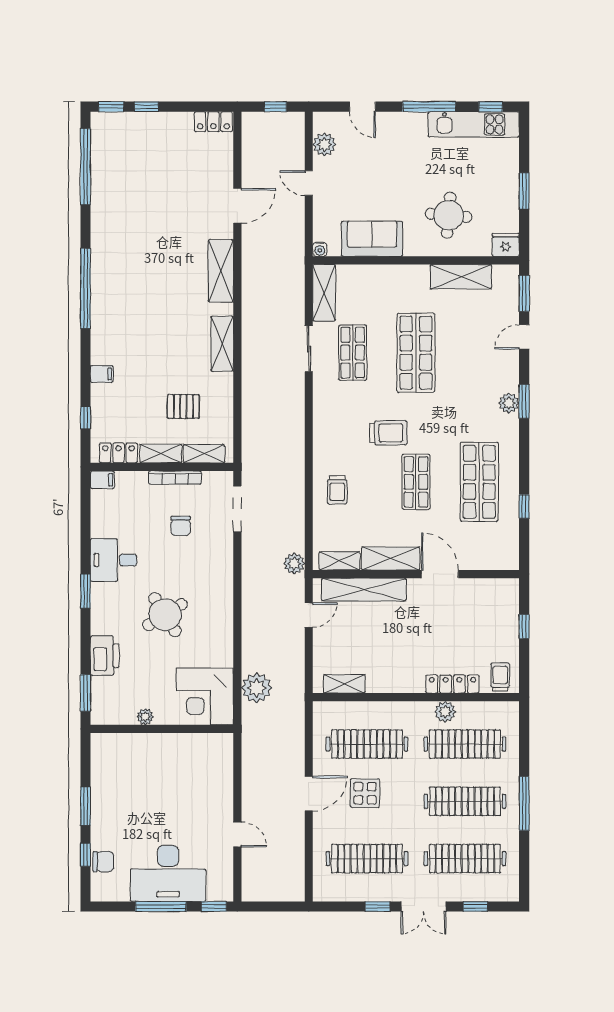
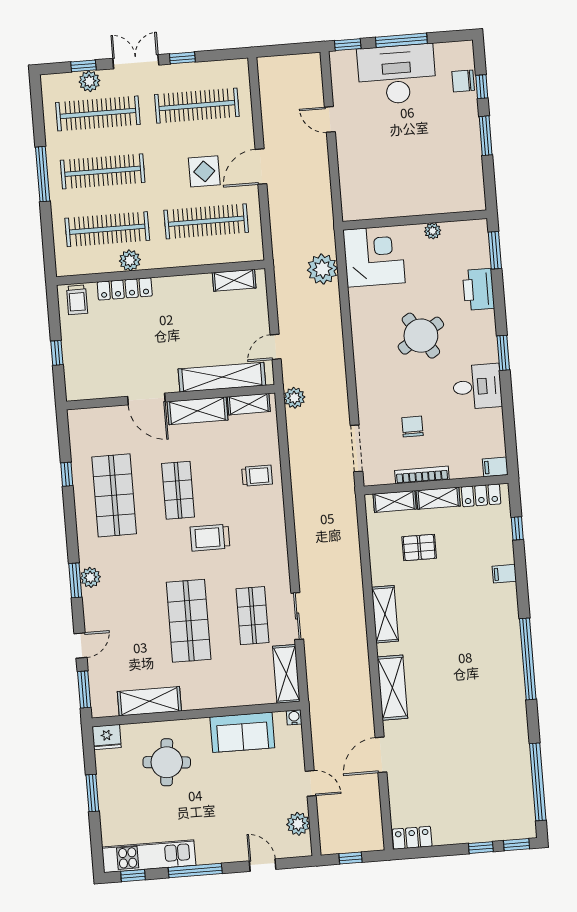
trolley: (337, 490) -> (257, 476), turned 90
plant: (471, 891) -> (89, 81), added

